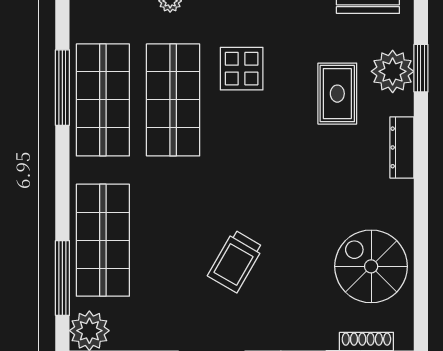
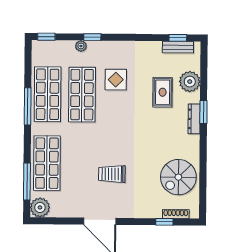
window: (421, 68) -> (203, 112), moved
window: (62, 88) -> (28, 106), moved
trolley: (235, 261) -> (112, 174), turned 60
spiral stairs: (371, 266) -> (178, 177), turned -90

